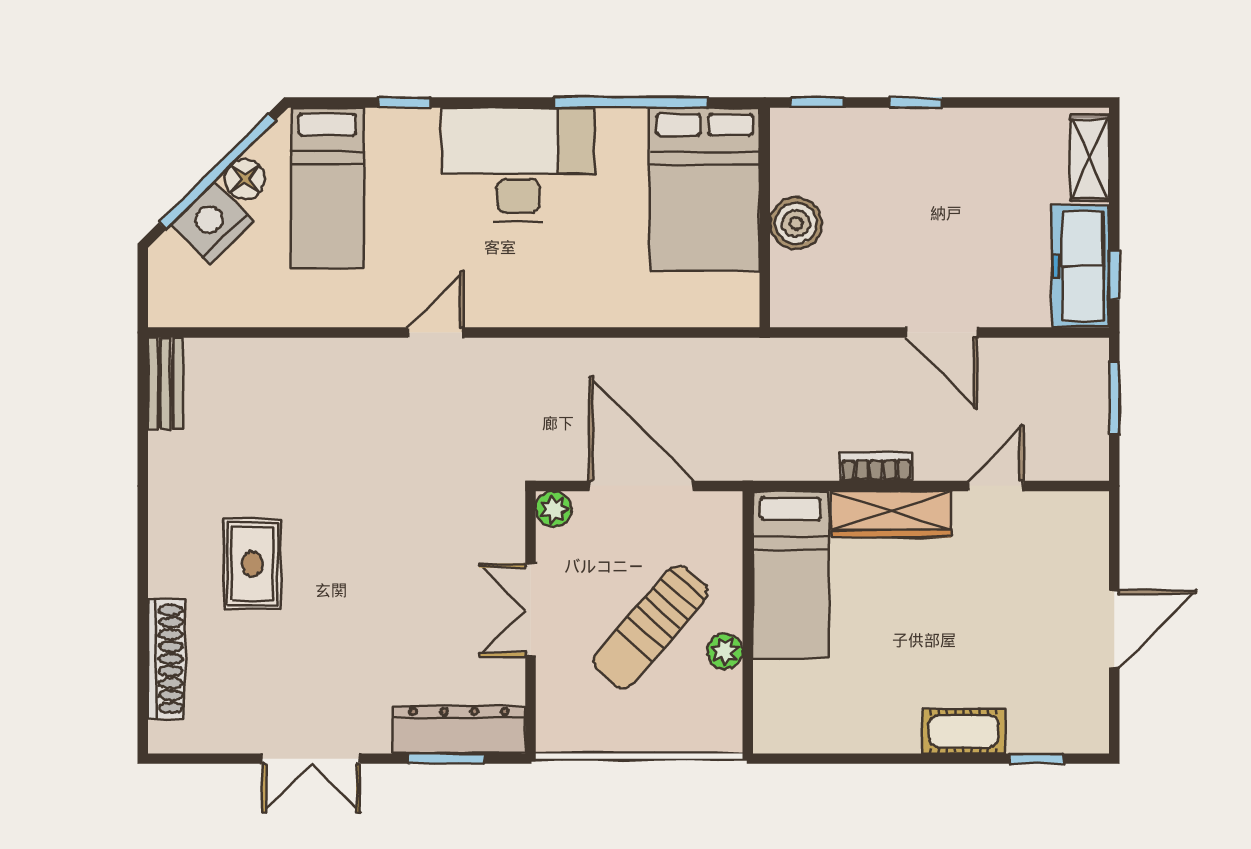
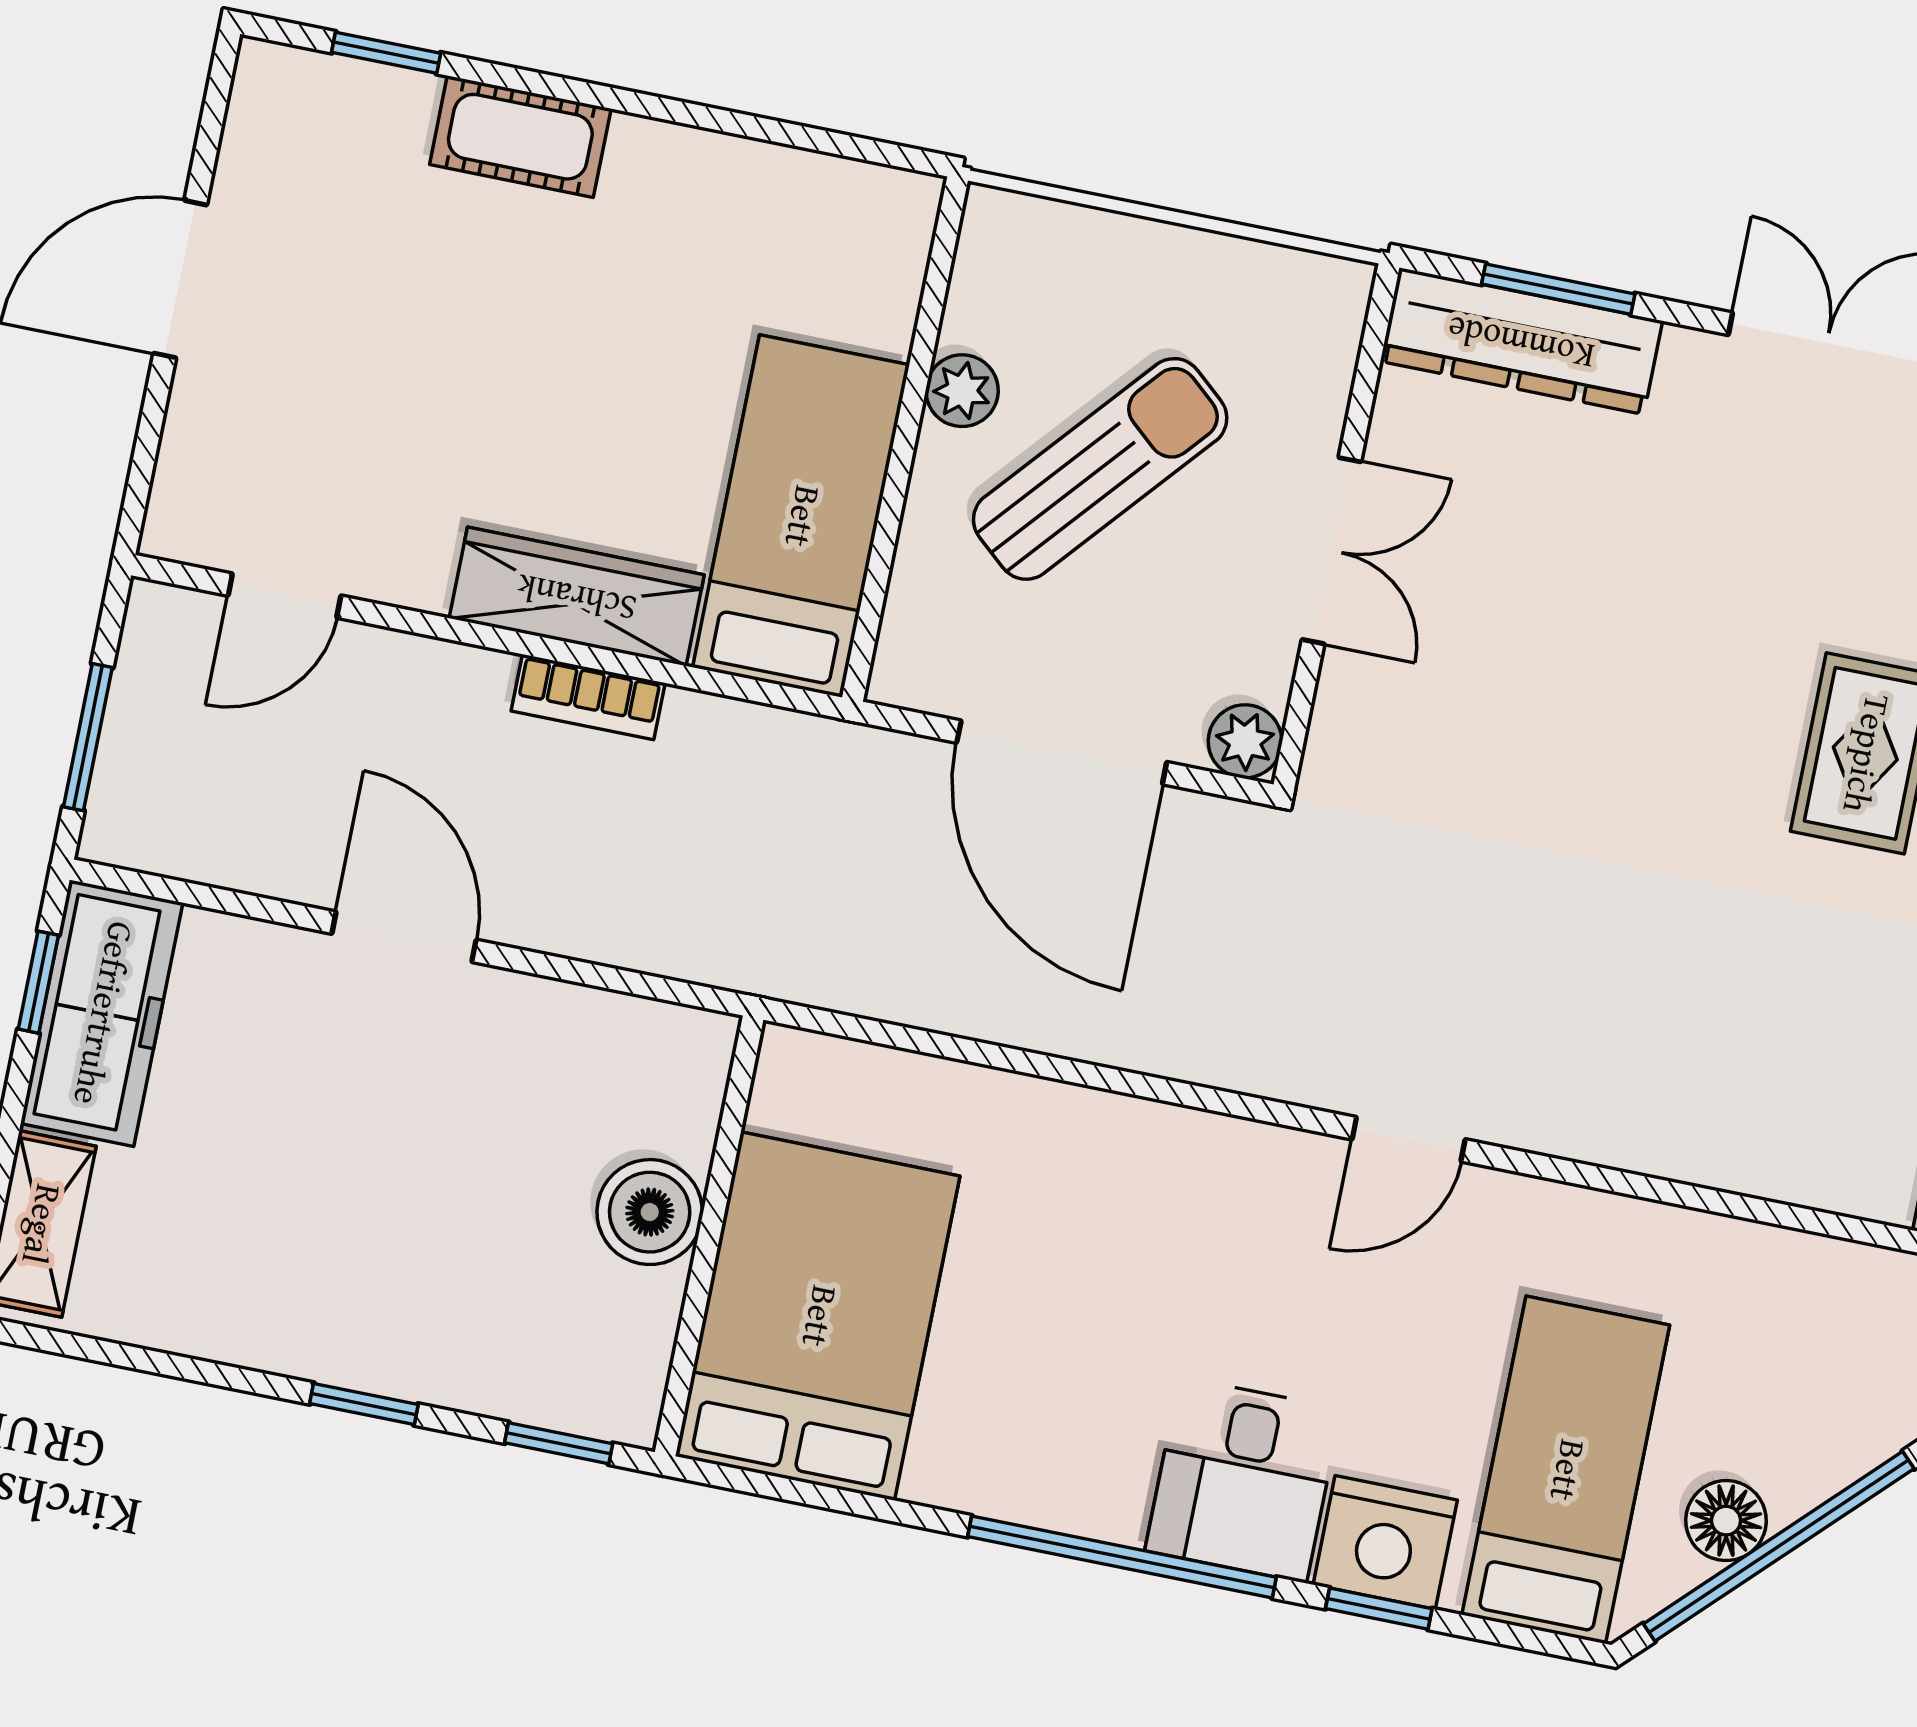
window: (631, 102) -> (1122, 1557), moved
desk: (518, 165) -> (1243, 1480), width x0.53, depth x0.77
nightstand: (212, 223) -> (1385, 1542), moved, turned 45
door: (996, 486) -> (285, 596), moved

